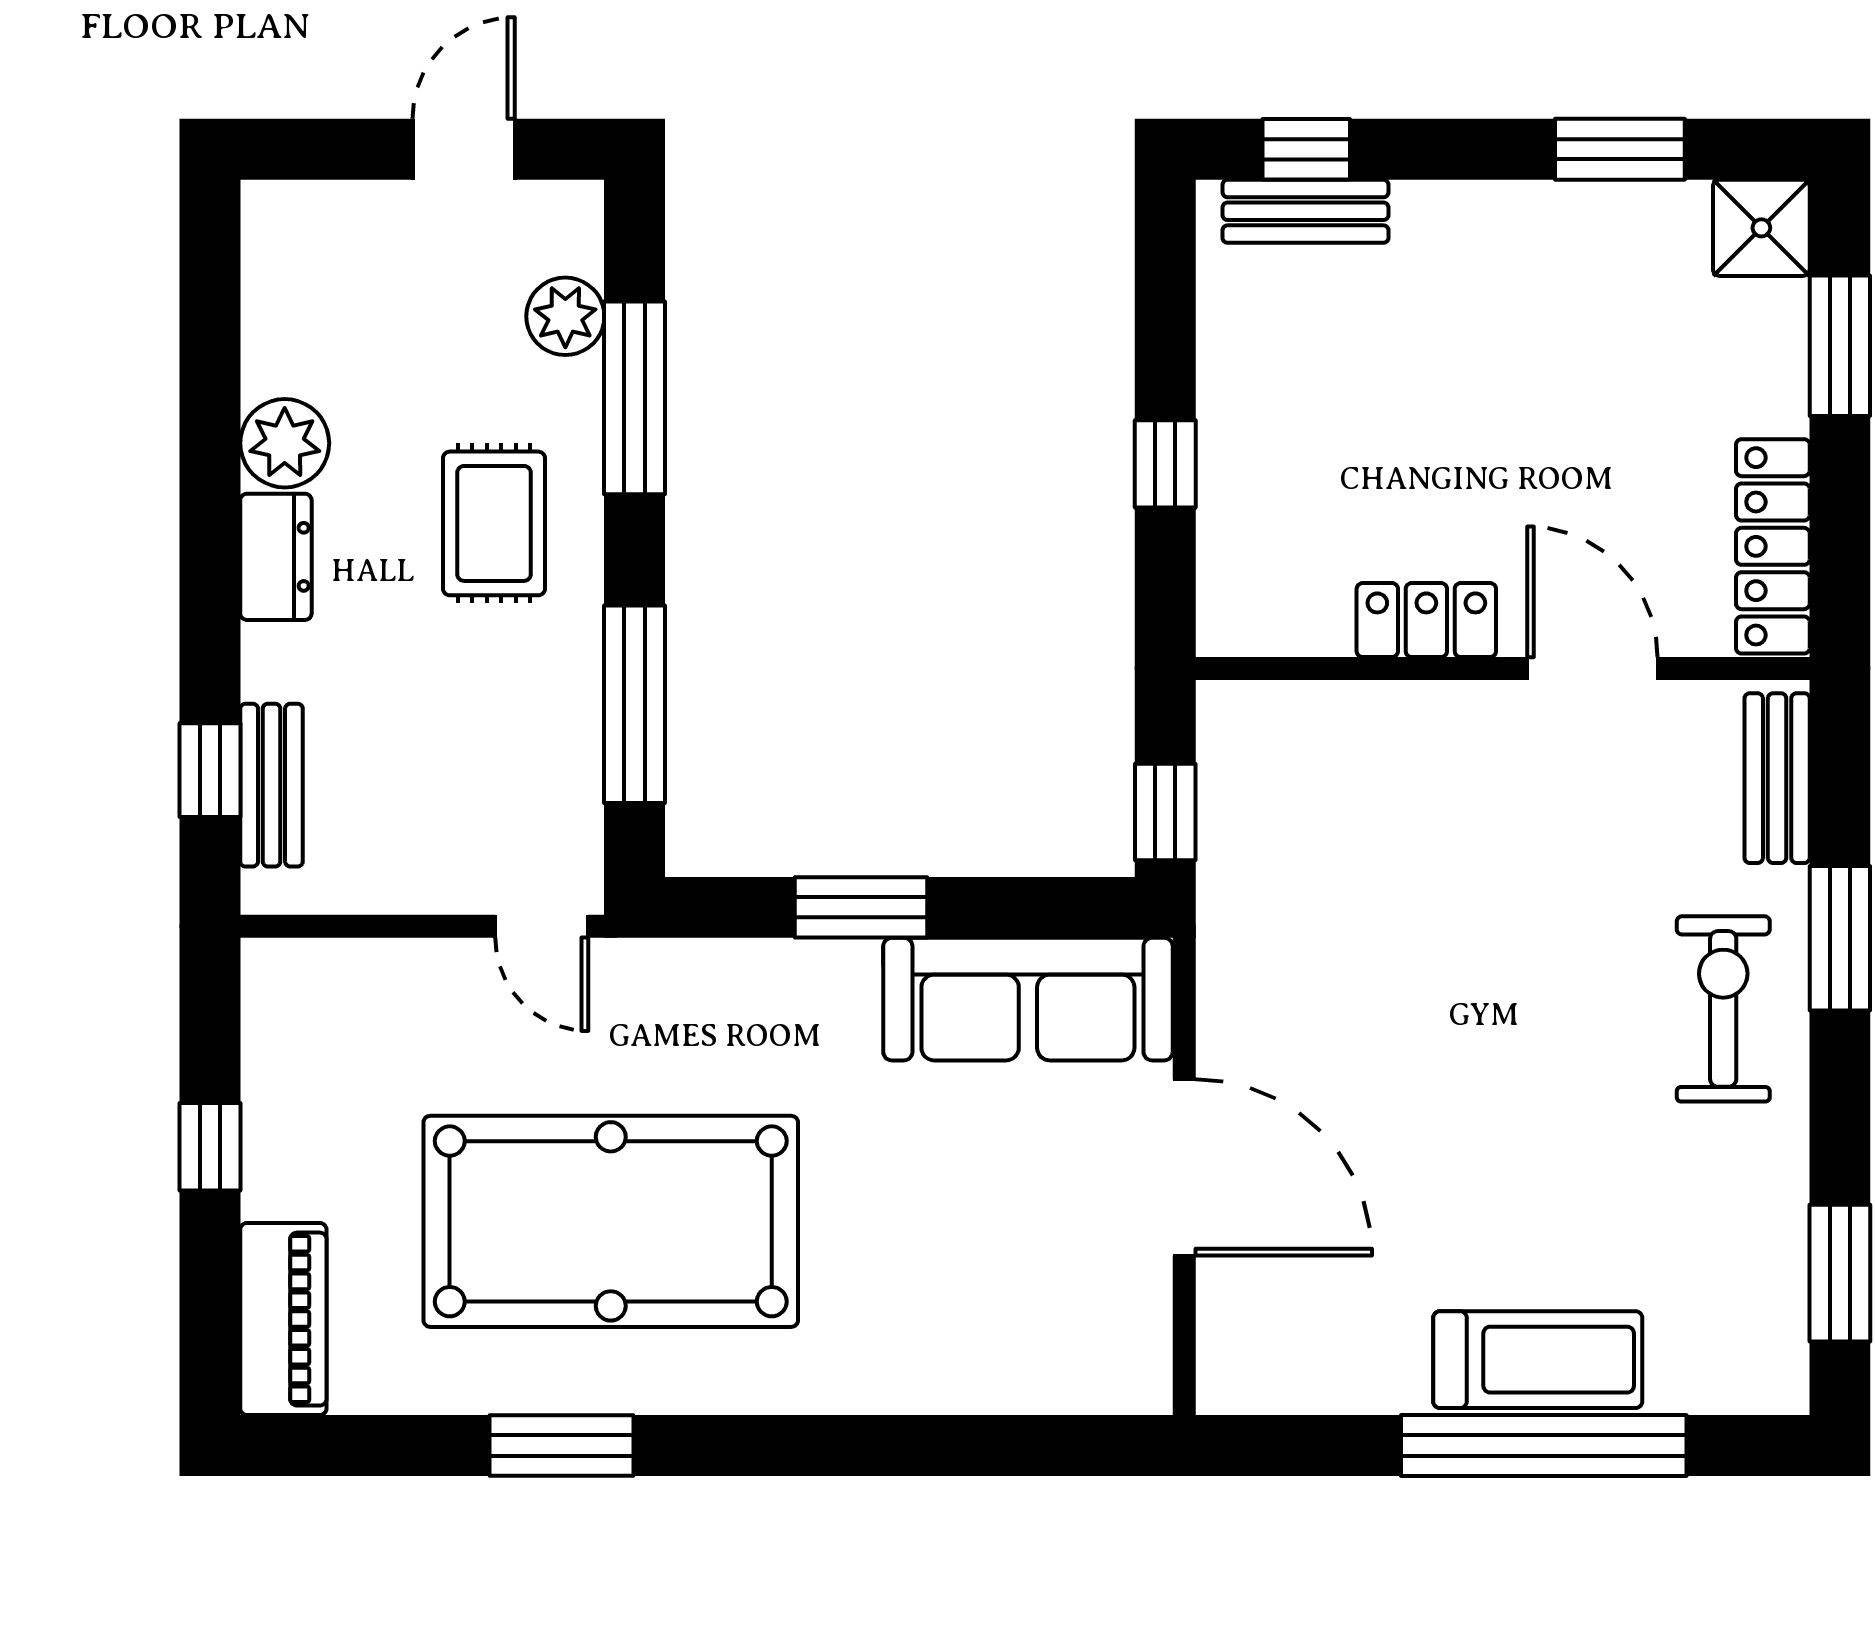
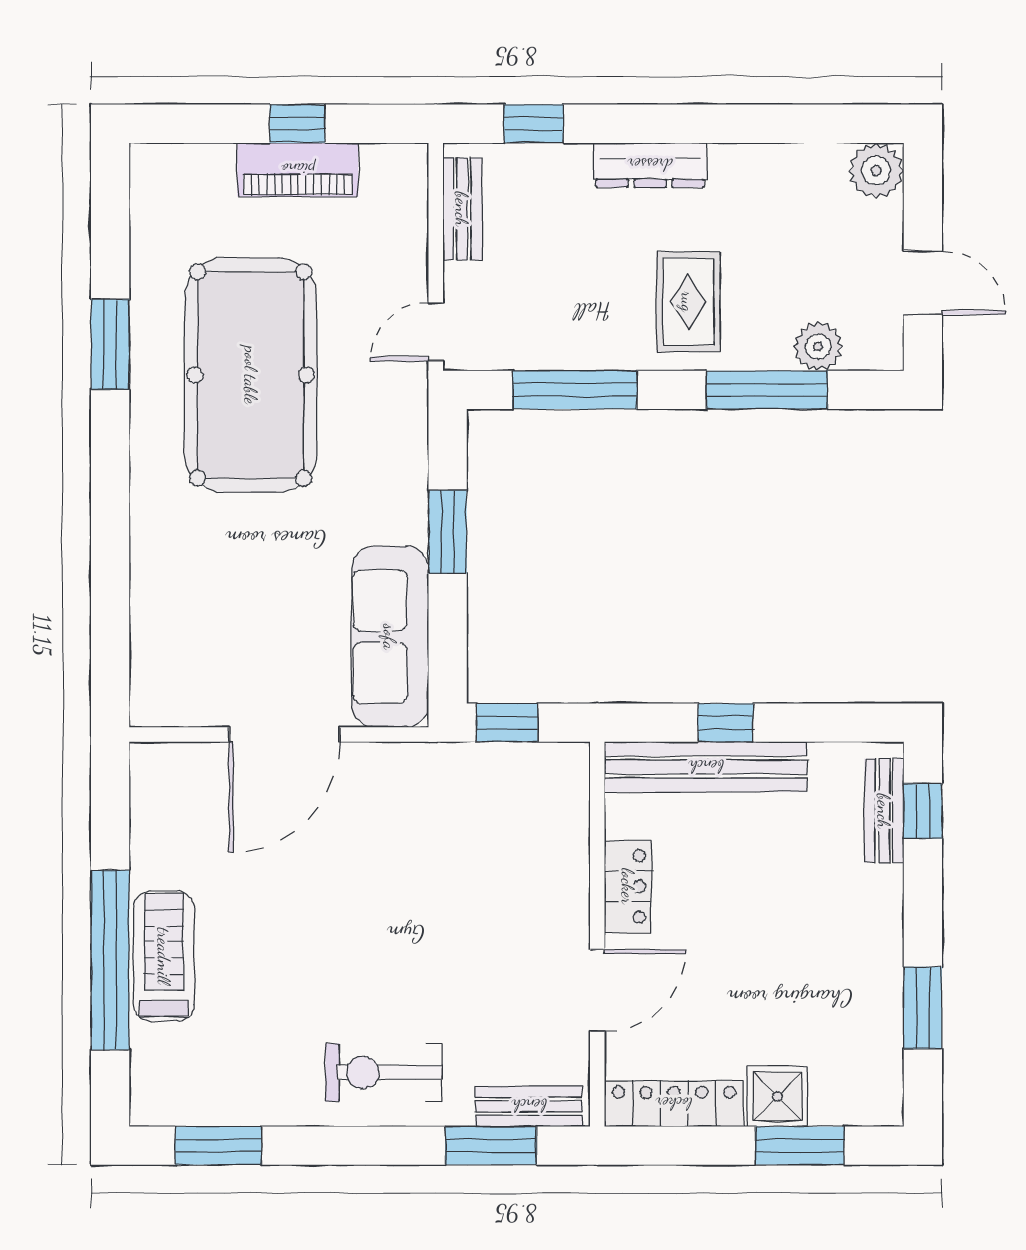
shower: (1761, 228) -> (777, 1096), moved
plant: (285, 443) -> (876, 171), moved
bench: (1236, 496) -> (706, 767), added
rug: (494, 523) -> (688, 302), turned 90
dresser: (276, 557) -> (650, 165), width x1.44
bench: (272, 785) -> (462, 209), moved, turned 90
window: (1840, 938) -> (491, 1146), moved
exercise bike: (1723, 1009) -> (384, 1073), turned 180
piano: (283, 1319) -> (298, 170), moved
treadmill: (1538, 1360) -> (164, 956), turned 180

